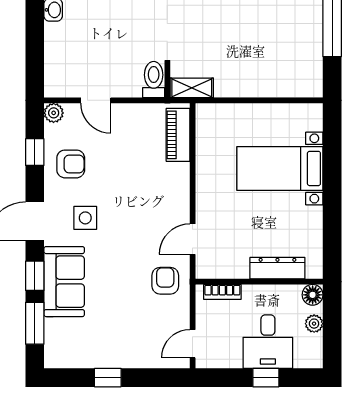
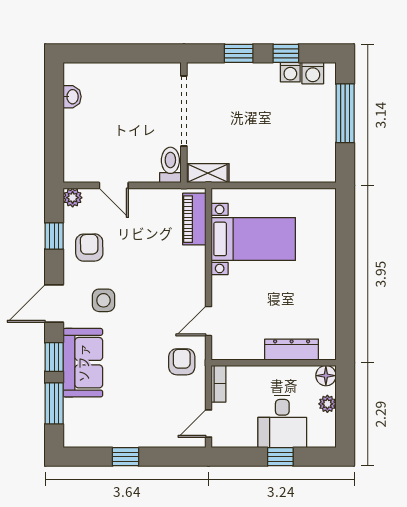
armchair: (71, 164) -> (89, 248), turned -91
bed with nightstands: (280, 168) -> (253, 239), moved, turned 180
bookcase: (222, 292) -> (219, 384), moved, turned -90

